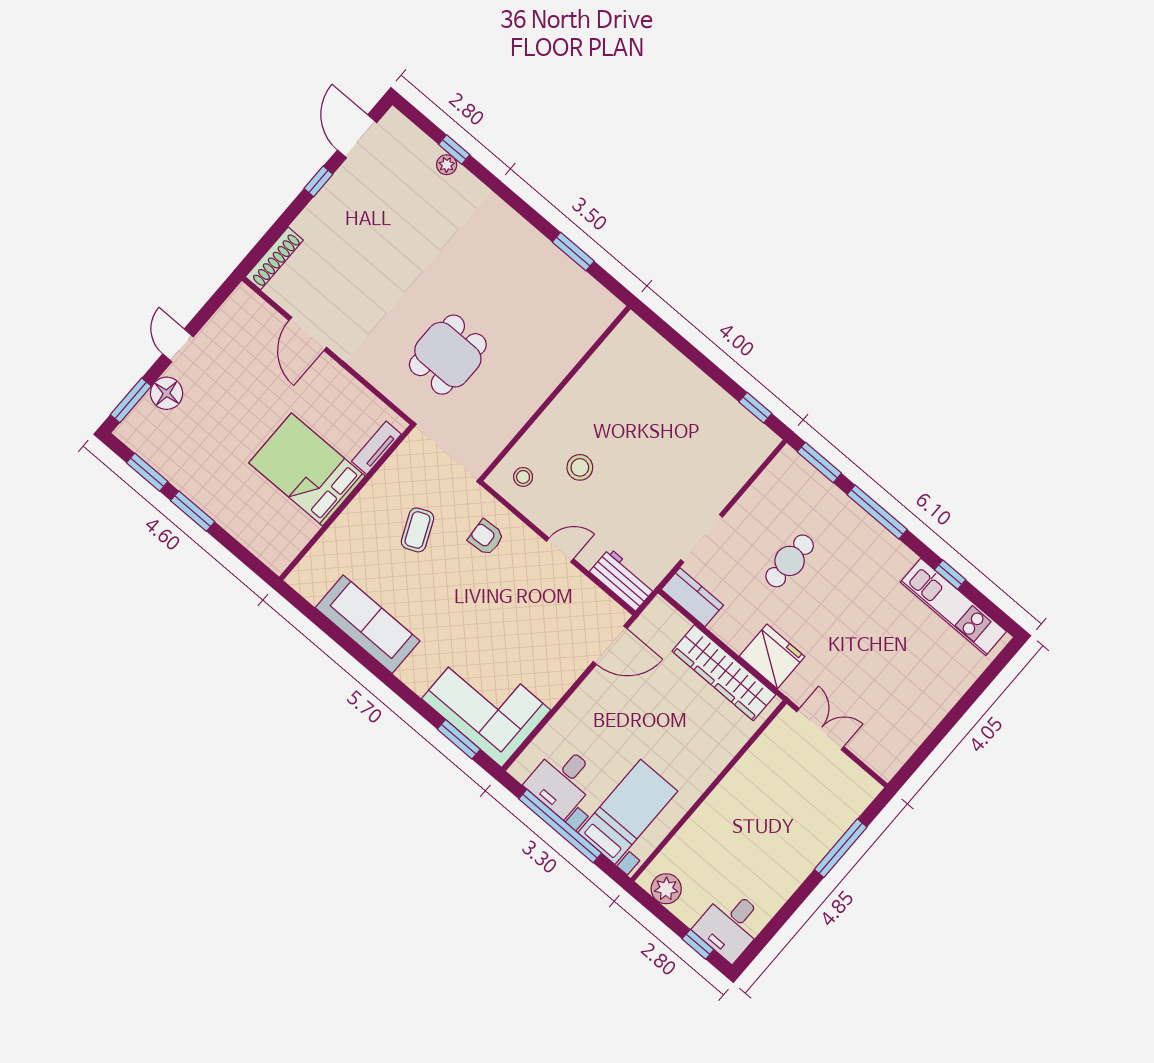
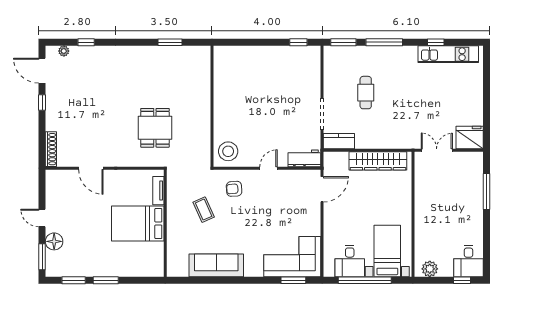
plant: (447, 165) -> (64, 51), moved
stool: (580, 467) -> (248, 128), removed
stool: (523, 477) -> (228, 151), width x1.89, depth x1.89
fridge: (772, 656) -> (470, 138), moved

